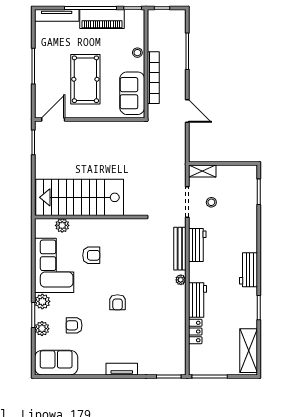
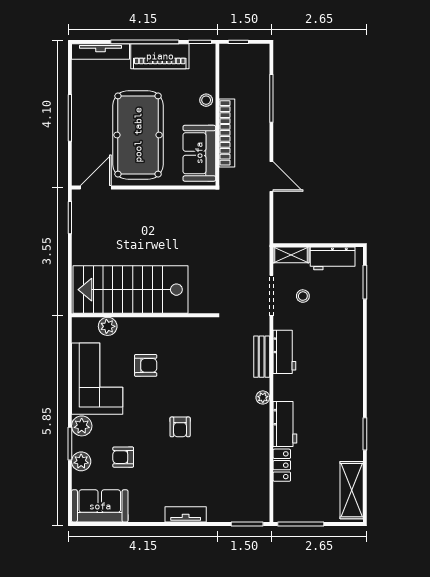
pool table: (85, 79) -> (138, 135), width x1.36, depth x1.32
bench: (180, 249) -> (262, 357), width x0.73
workbench: (248, 270) -> (333, 258), moved, turned -90

